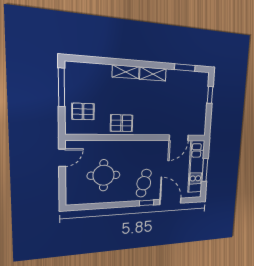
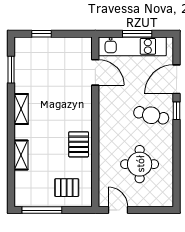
shelving: (126, 72) -> (21, 155), moved
pallet: (83, 112) -> (67, 188), turned 90

